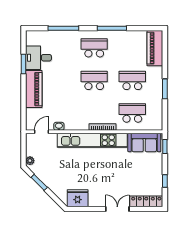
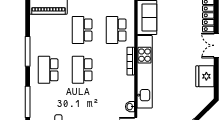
fridge: (78, 198) -> (205, 76), moved

